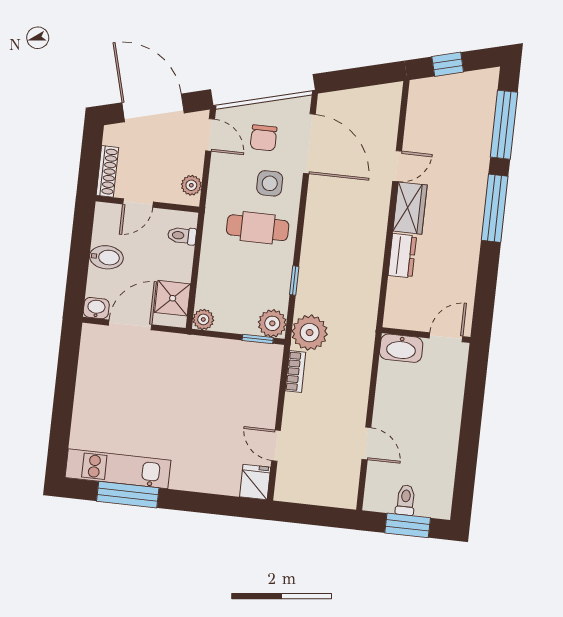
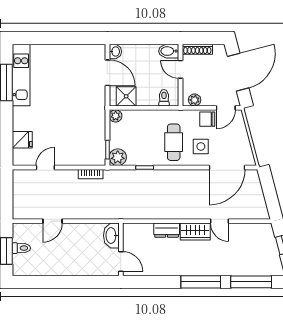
chair: (264, 138) -> (207, 119), moved
bidet: (106, 257) -> (169, 51), moved, turned 90
plant: (310, 333) -> (115, 180), removed
fridge: (255, 482) -> (22, 140), moved

